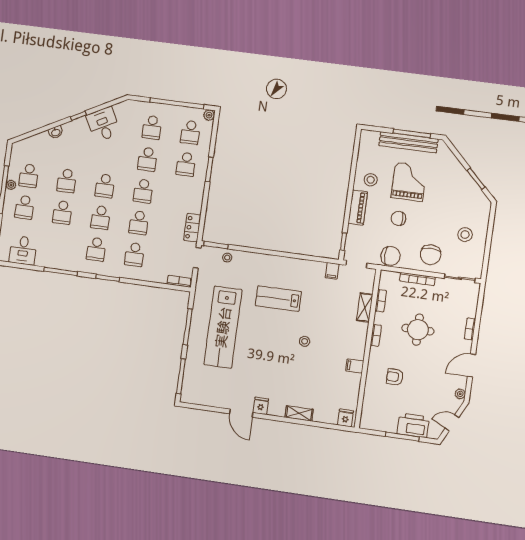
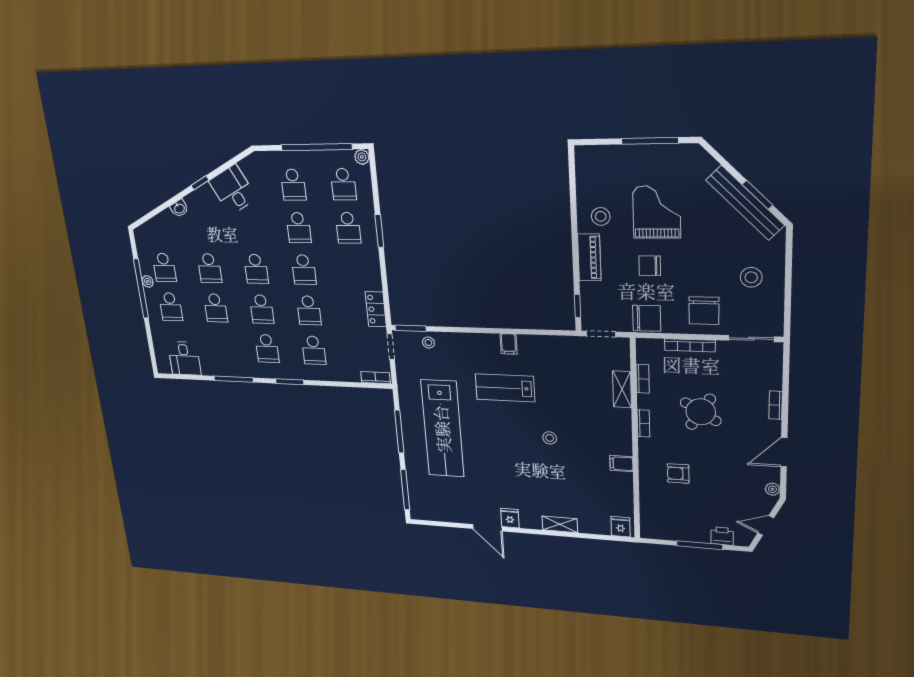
bench: (408, 142) -> (745, 203), moved, turned 45
filing cabinet: (332, 271) -> (509, 344), moved
round table: (418, 330) -> (701, 412), turned 32
printer: (413, 425) -> (722, 536), width x0.53, depth x0.68

